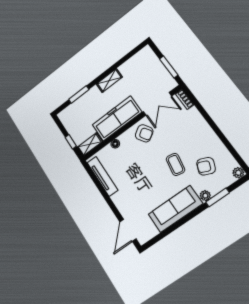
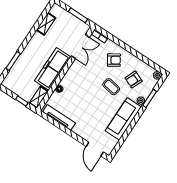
shelving: (109, 81) -> (46, 24), moved
armchair: (144, 133) -> (114, 60), moved

